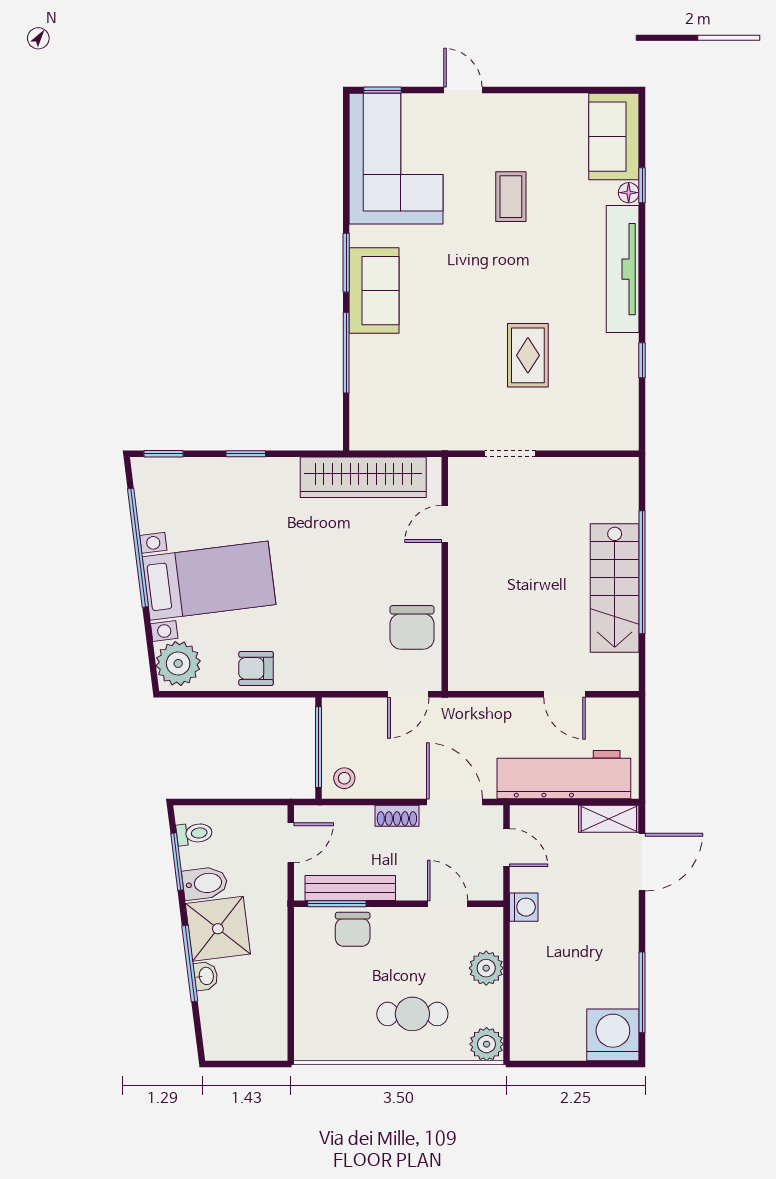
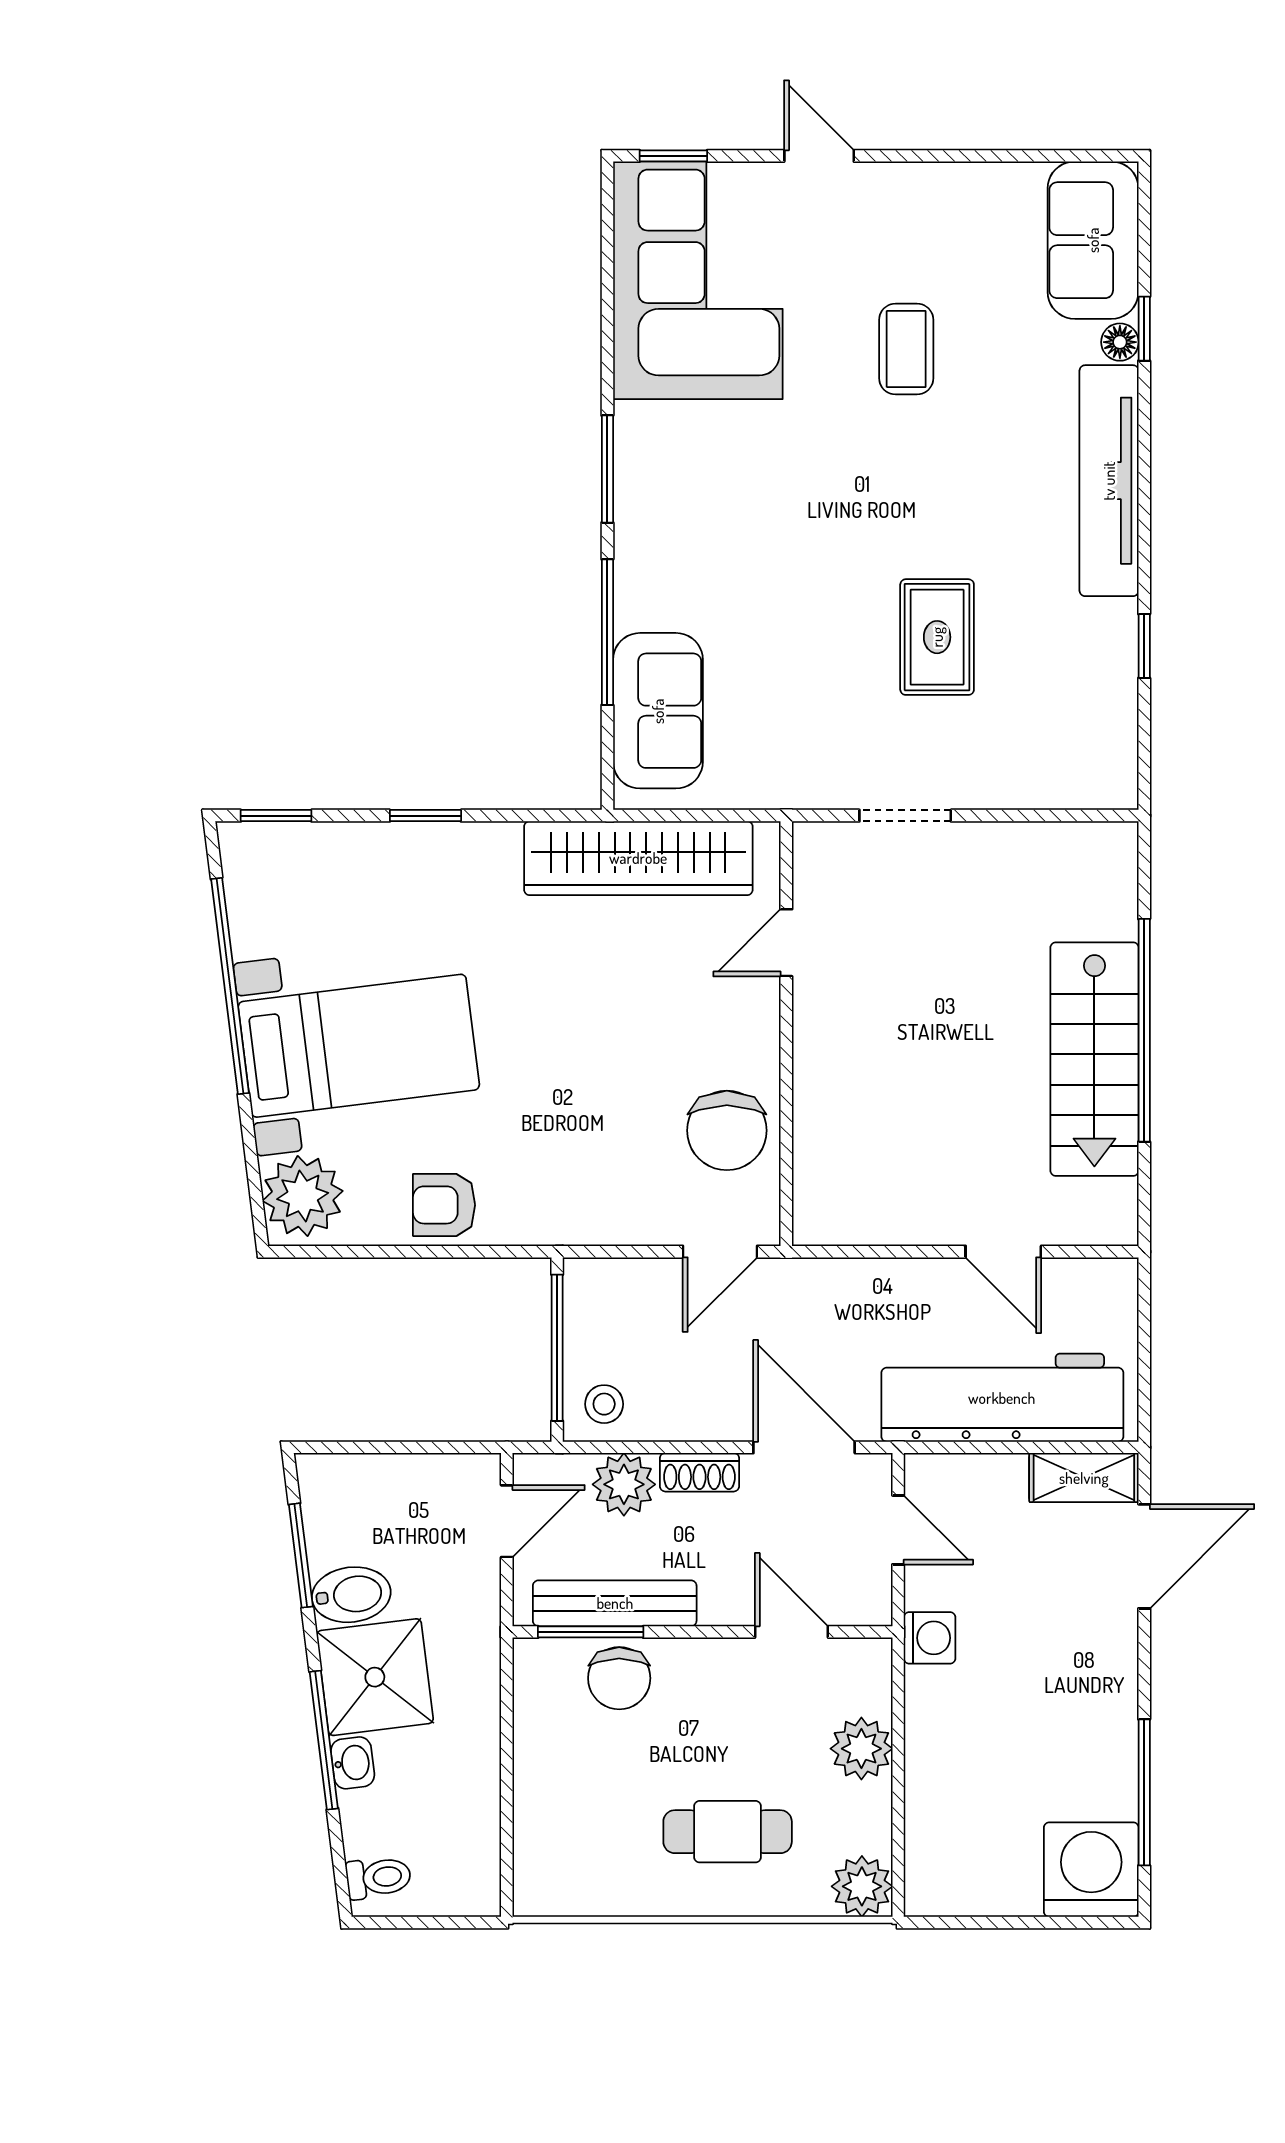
sofa: (374, 291) -> (658, 711), moved
plant: (355, 822) -> (624, 1484), added
toilet: (194, 834) -> (378, 1878), moved

